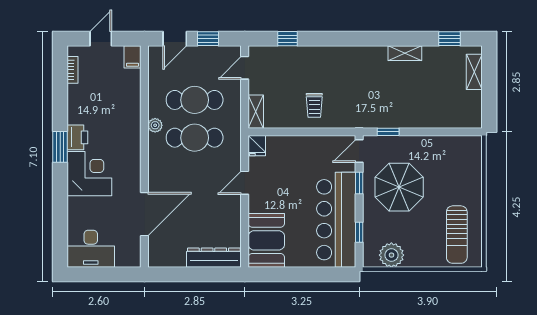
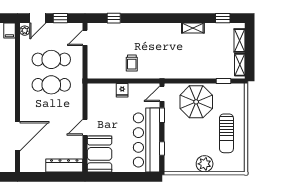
shelving: (256, 112) -> (240, 65), moved
plant: (155, 125) -> (25, 31), moved
window: (388, 132) -> (224, 81), moved
fridge: (257, 146) -> (122, 90), moved
door: (245, 183) -> (85, 127), moved
parasol: (399, 187) -> (196, 102), moved
sun lounger: (457, 235) -> (226, 133), moved
plant: (391, 255) -> (205, 164), moved

